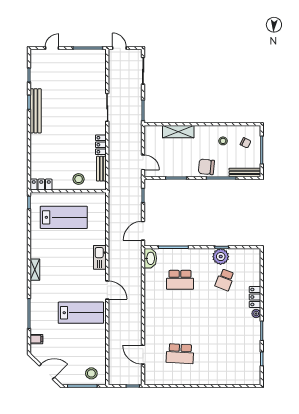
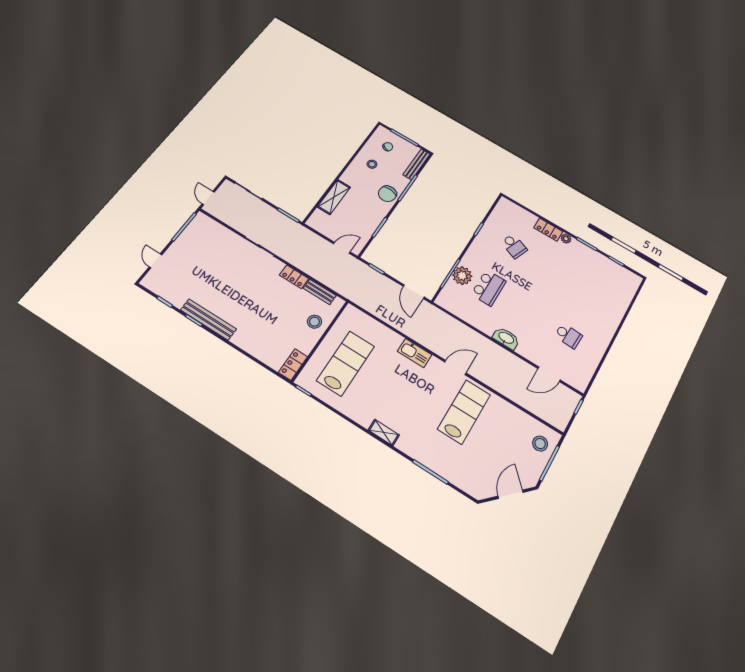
door: (119, 48) -> (208, 198), hinge flipped
plant: (221, 257) -> (462, 276), moved
washbasin: (150, 258) -> (506, 338), moved
filing cabinet: (36, 339) -> (465, 482), removed
school desk: (180, 354) -> (568, 336), width x0.54

